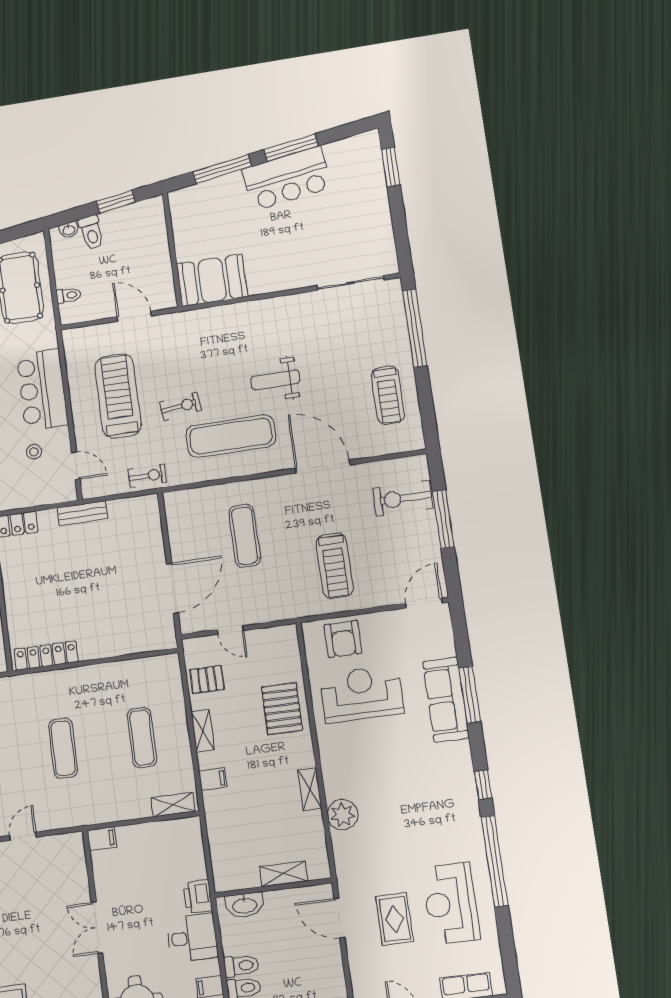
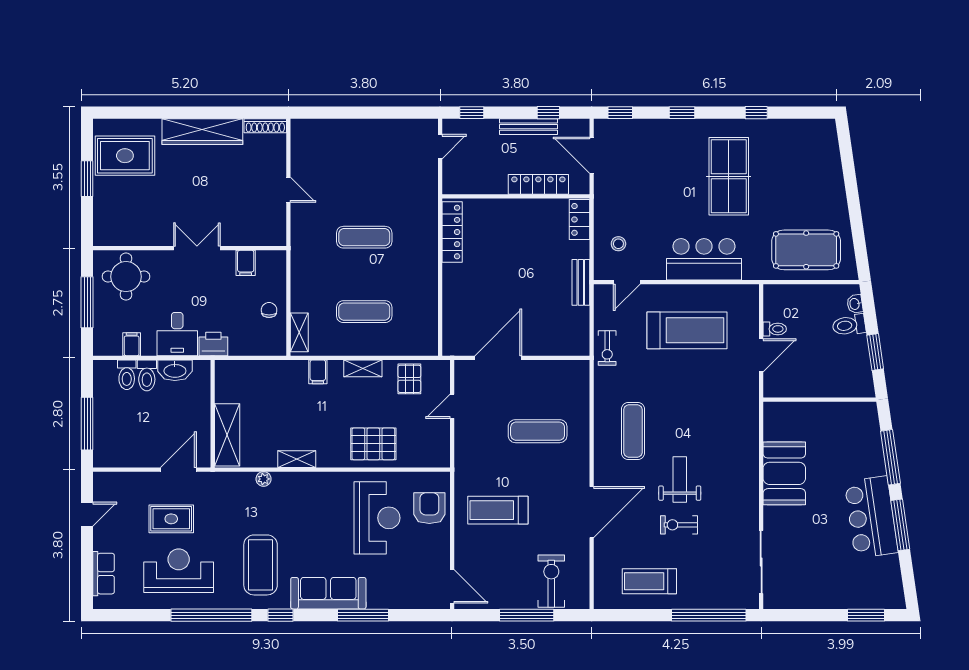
booth: (212, 280) -> (784, 473), moved
toilet: (69, 295) -> (775, 329), moved, turned -90
exercise bike: (180, 406) -> (679, 525), moved, turned 97
exercise mat: (231, 436) -> (633, 431), width x0.73, depth x0.69
stool: (34, 452) -> (618, 244), moved
door: (172, 588) -> (498, 358), swing flipped
armchair: (343, 639) -> (429, 508), turned 90
sofa: (446, 700) -> (328, 593), moved
coffee table: (431, 814) -> (261, 565), added
plant: (343, 815) -> (264, 479), width x0.53, depth x0.53
filing cabinet: (102, 839) -> (246, 263), moved
chair: (153, 841) -> (269, 310), added
shelving: (283, 874) -> (227, 435), width x1.50, depth x1.33
washbasin: (245, 905) -> (175, 370), moved, turned -90

